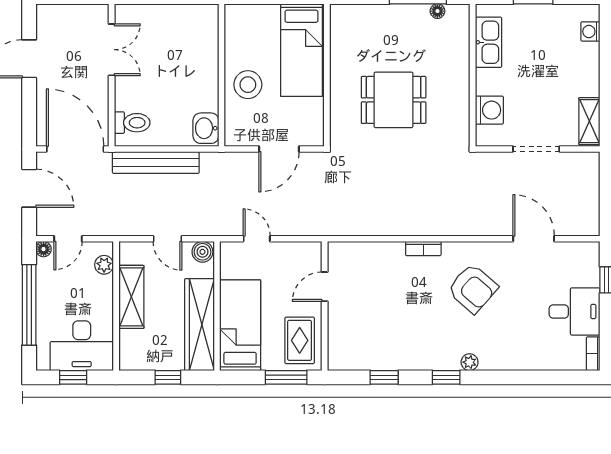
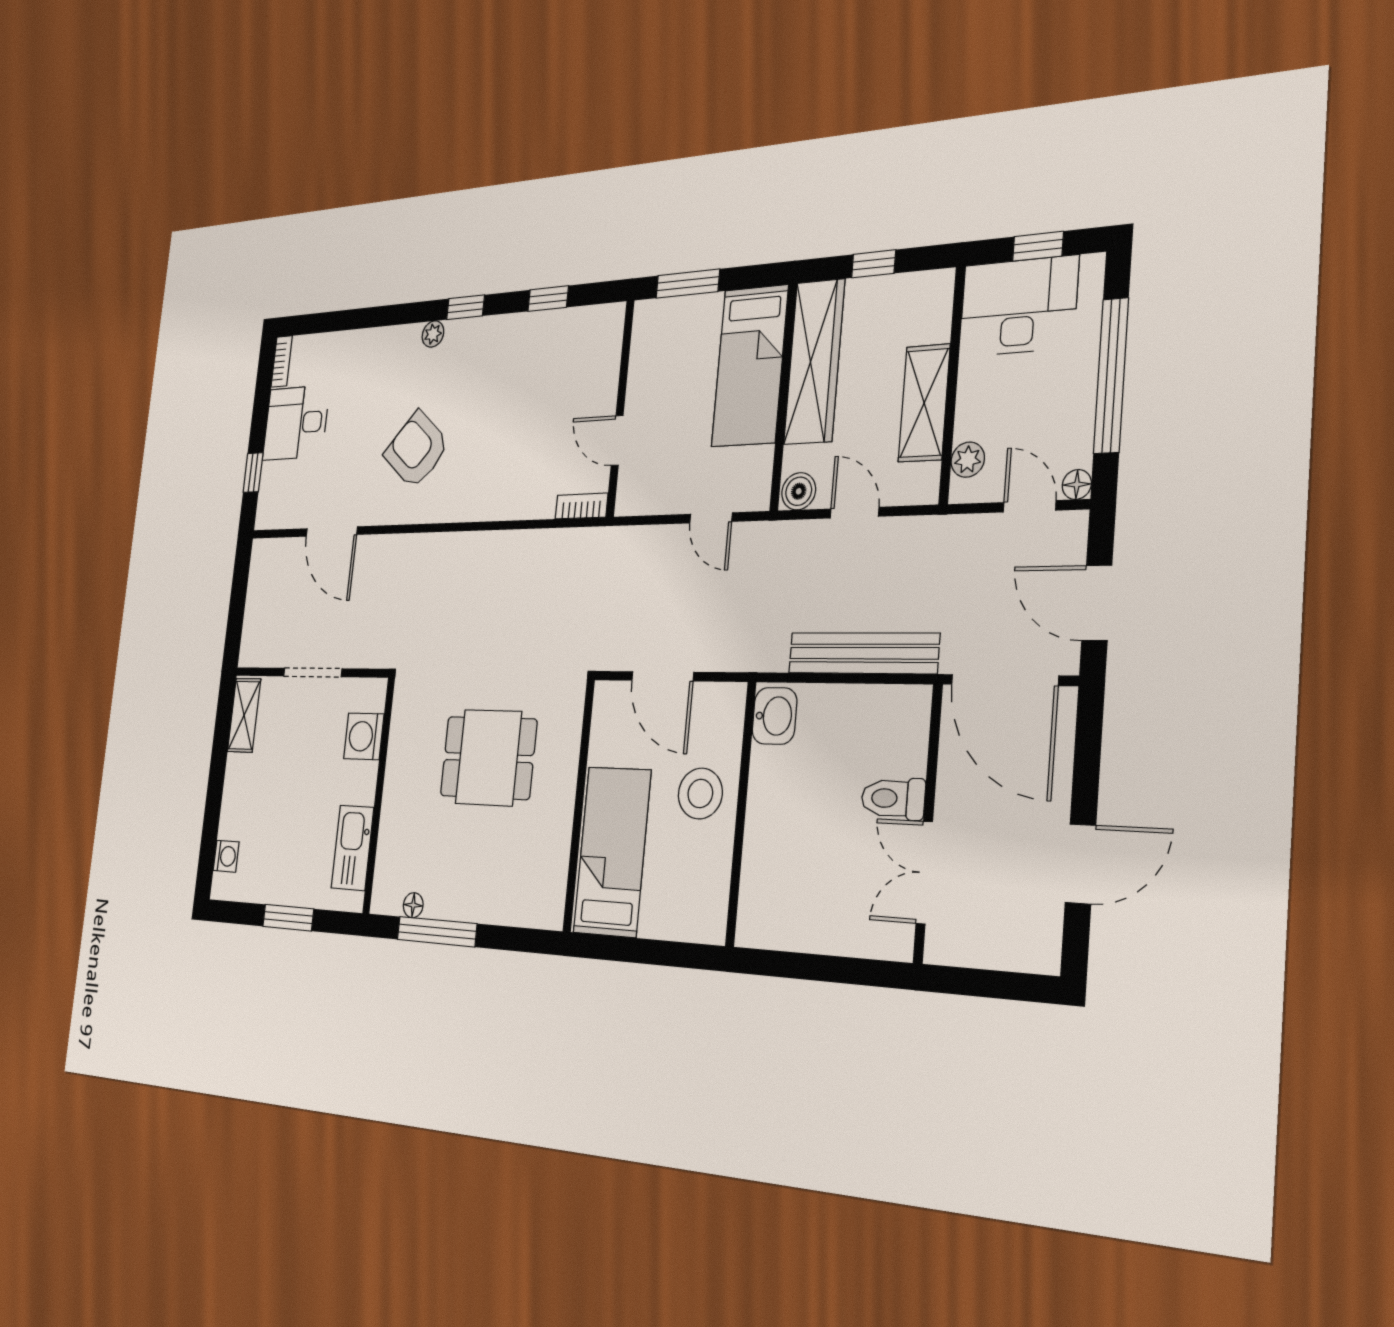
toilet: (132, 123) -> (893, 798), moved
door: (279, 149) -> (663, 676), swing flipped
door: (68, 239) -> (1030, 506), hinge flipped
bookcase: (423, 249) -> (581, 506), moved
door: (325, 287) -> (617, 440), swing flipped
rug: (300, 340) -> (662, 348), removed

